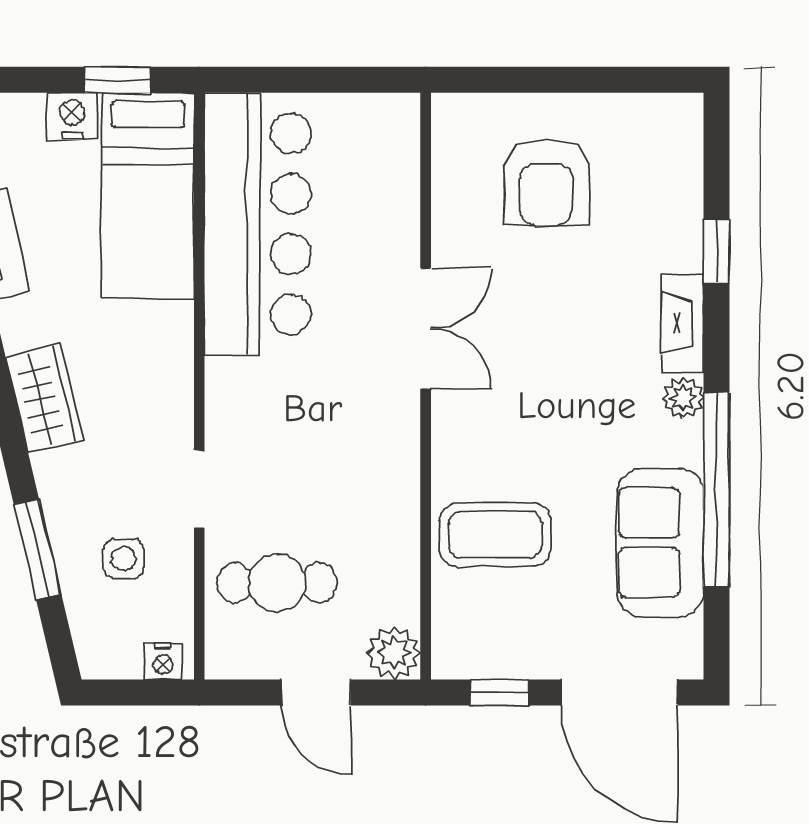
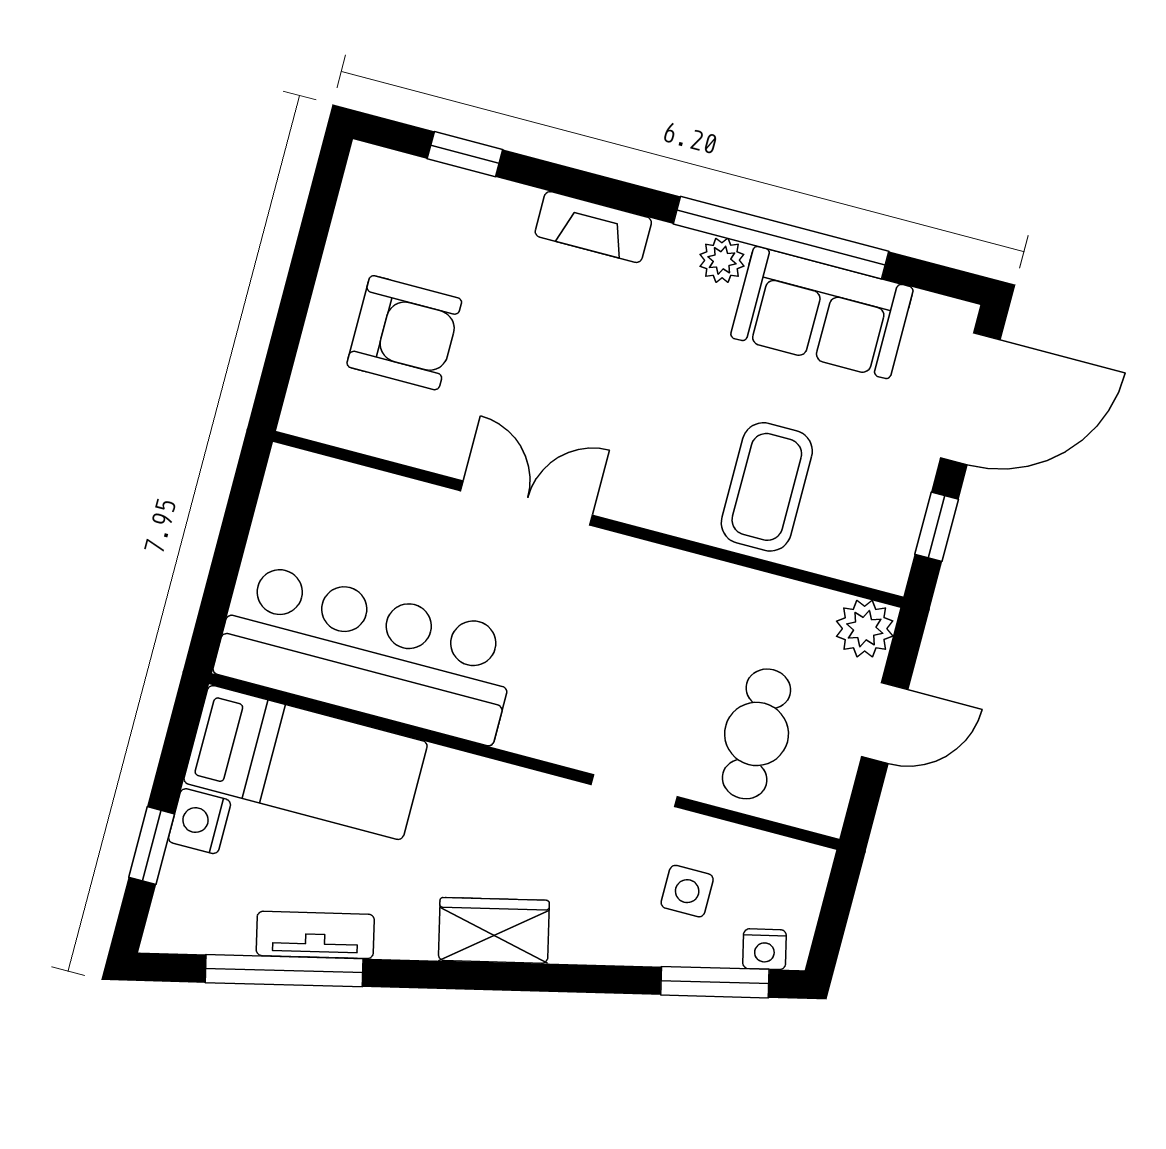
window: (117, 80) -> (152, 846), moved
window: (716, 251) -> (465, 154), moved
plant: (683, 398) -> (722, 260), moved
window: (38, 549) -> (715, 982), moved
nightstand: (163, 661) -> (764, 949), moved, turned 77

